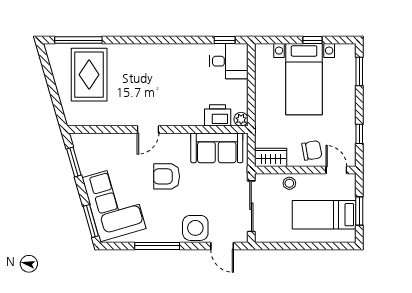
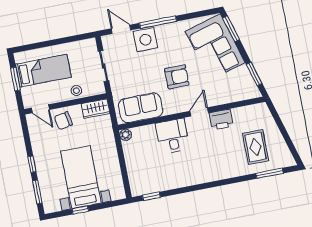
window: (78, 40) -> (270, 173), width x0.69
desk: (229, 61) -> (172, 136), moved, turned 90
rug: (89, 75) -> (255, 147), width x0.73, depth x0.70
printer: (218, 115) -> (221, 119), moved
window: (359, 134) -> (32, 164), moved
sliding door: (251, 206) -> (104, 66), width x0.73
window: (157, 246) -> (158, 22), moved

